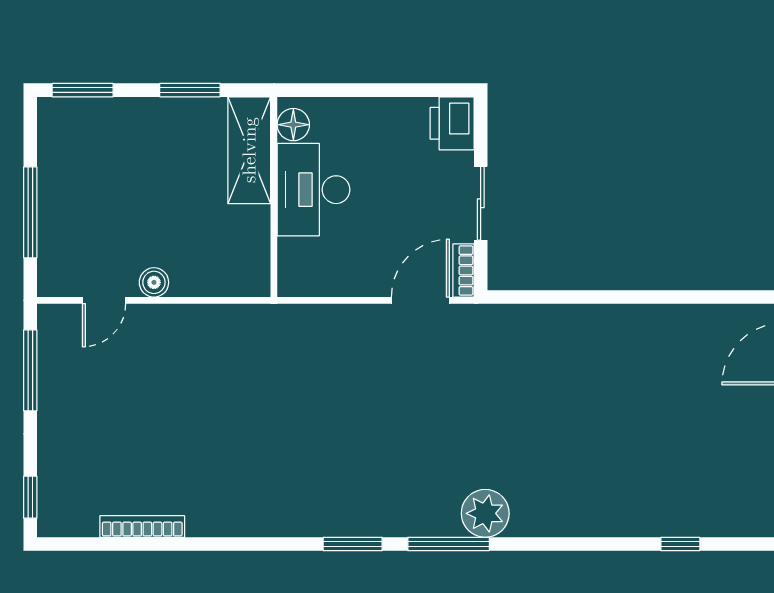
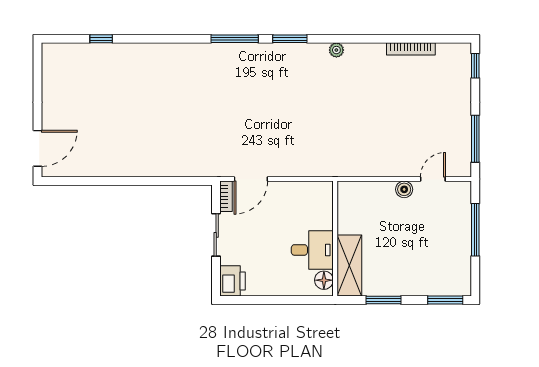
desk: (314, 190) -> (312, 250), width x0.73
plant: (485, 513) -> (336, 50), moved, width x0.53, depth x0.53

